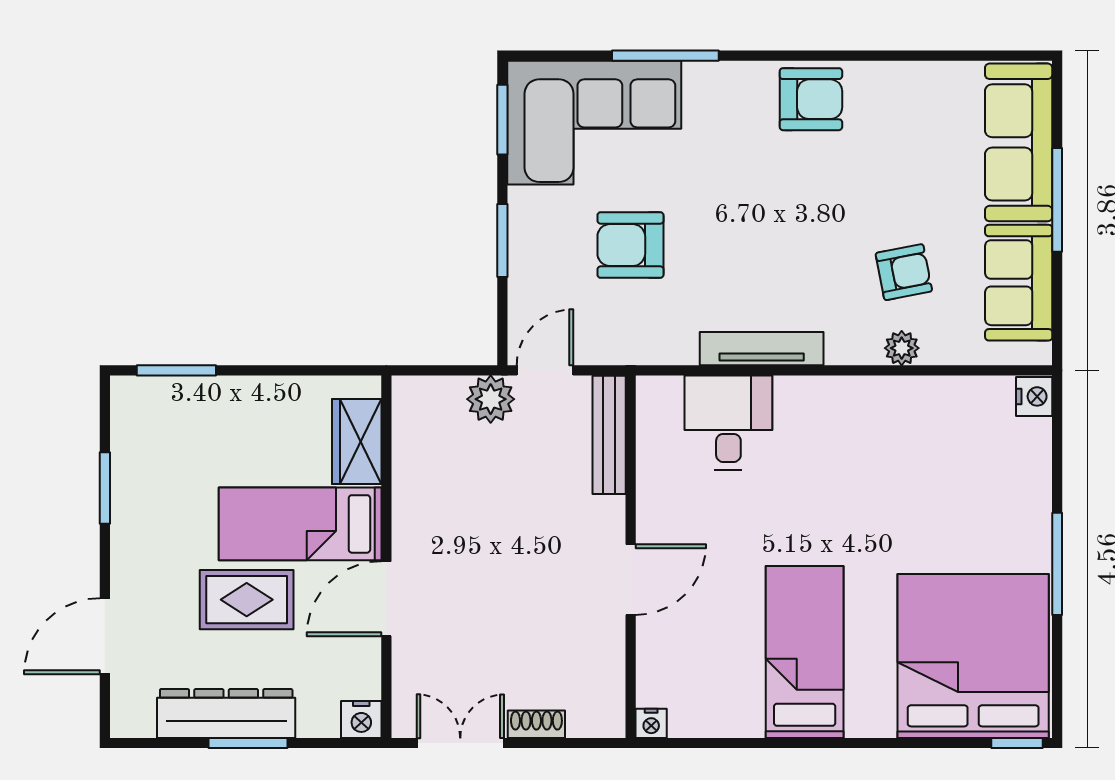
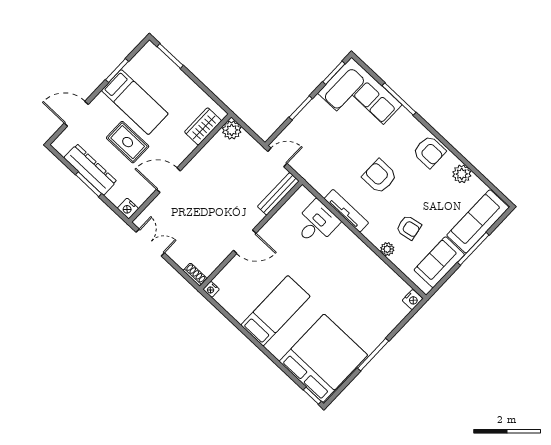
plant: (908, 84) -> (462, 174), added
armchair: (630, 245) -> (380, 176), moved
plant: (491, 399) -> (232, 130), moved
bed: (300, 524) -> (135, 102), moved, turned 180
shoe rack: (536, 724) -> (195, 274), moved

